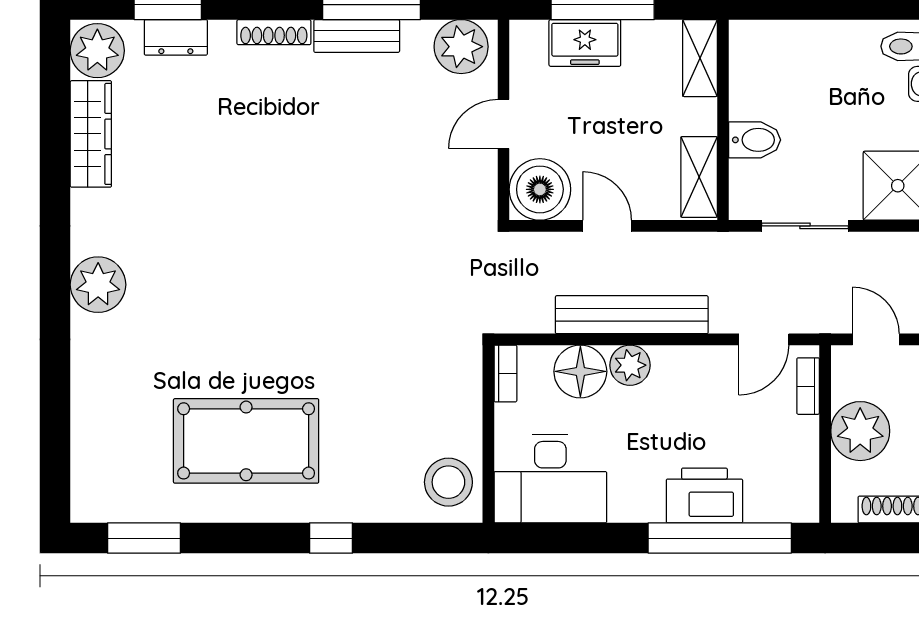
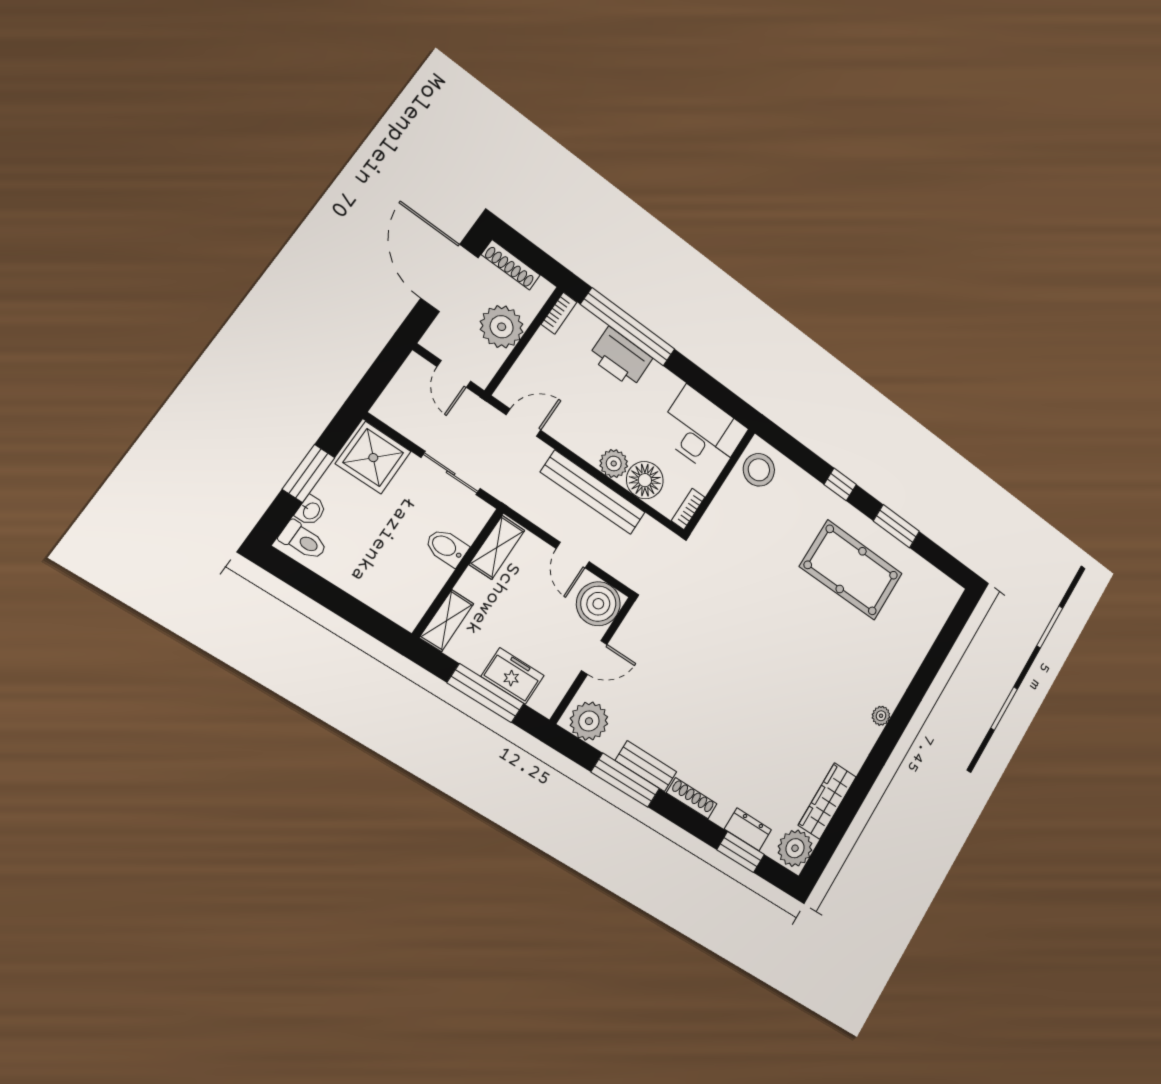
plant: (98, 285) -> (881, 716), width x0.53, depth x0.53
bookcase: (808, 386) -> (559, 313), moved
window: (144, 538) -> (896, 526), moved

